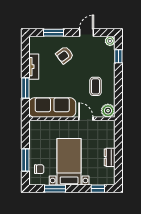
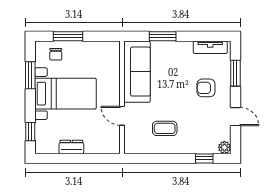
armchair: (65, 55) -> (206, 88), turned -53
tv unit: (34, 67) -> (210, 47), moved
plant: (108, 111) -> (133, 145), removed
door: (86, 119) -> (122, 116), swing flipped

